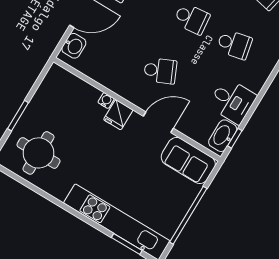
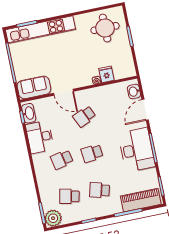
desk: (232, 101) -> (40, 137), width x1.37
fridge: (118, 115) -> (106, 74), moved
door: (158, 122) -> (63, 92), hinge flipped

